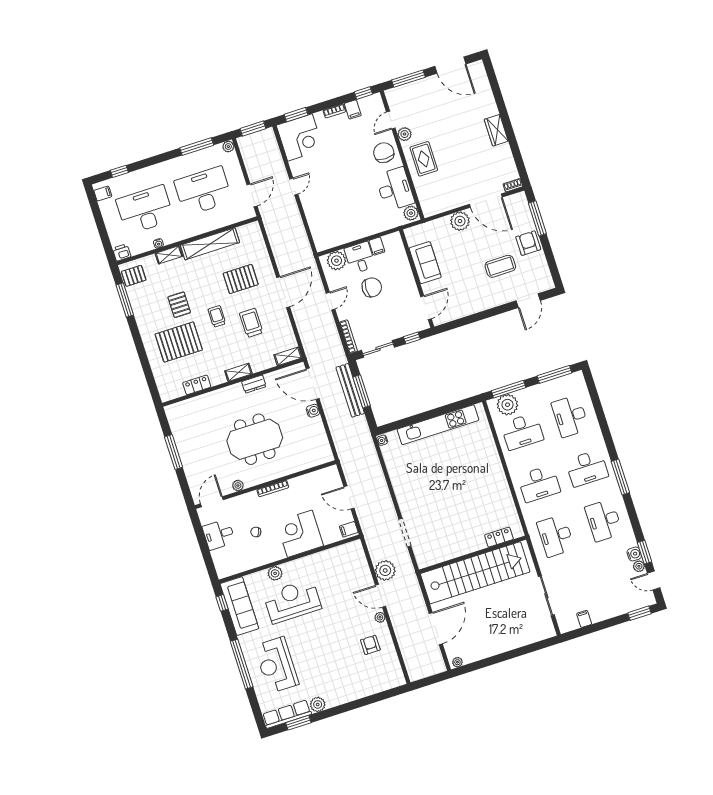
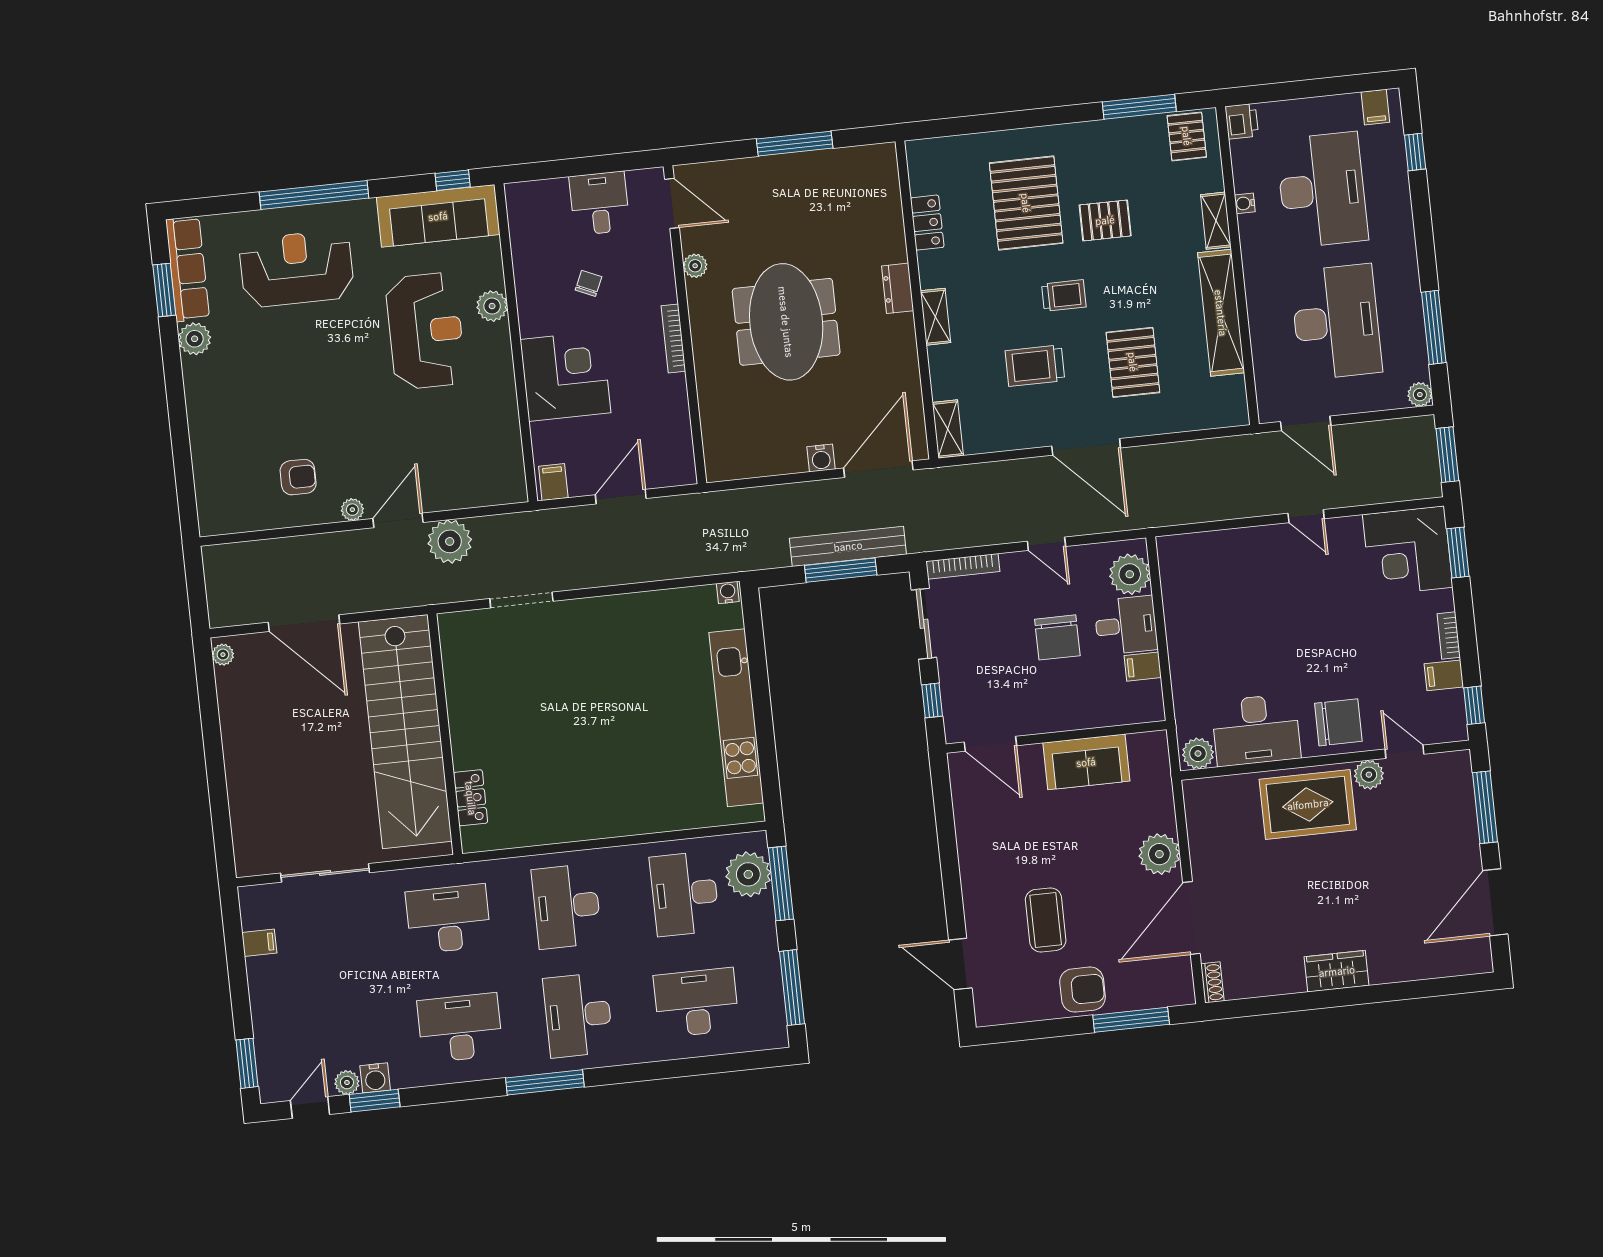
rug: (424, 159) -> (1308, 804), width x1.36, depth x1.43
trolley: (251, 323) -> (1035, 366), turned 180
dresser: (254, 384) -> (898, 288), moved

